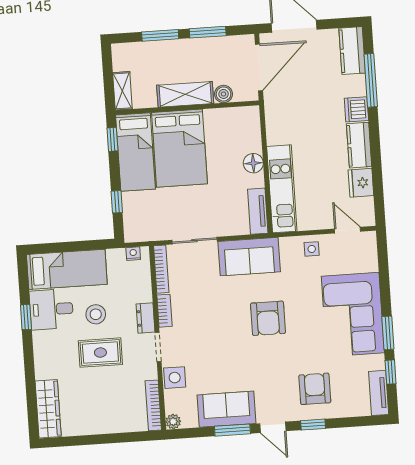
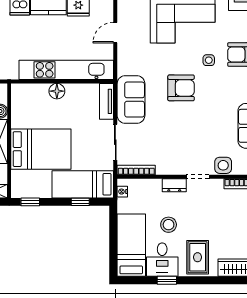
bed: (135, 152) -> (83, 184), moved, turned 180
kitchen unit: (282, 189) -> (66, 70), width x1.36
tv unit: (258, 211) -> (107, 101), moved, turned 90
door: (347, 230) -> (115, 33), moved
side table: (312, 249) -> (209, 60), moved
bookcase: (164, 311) -> (169, 170), removed
rug: (100, 353) -> (198, 257), moved

